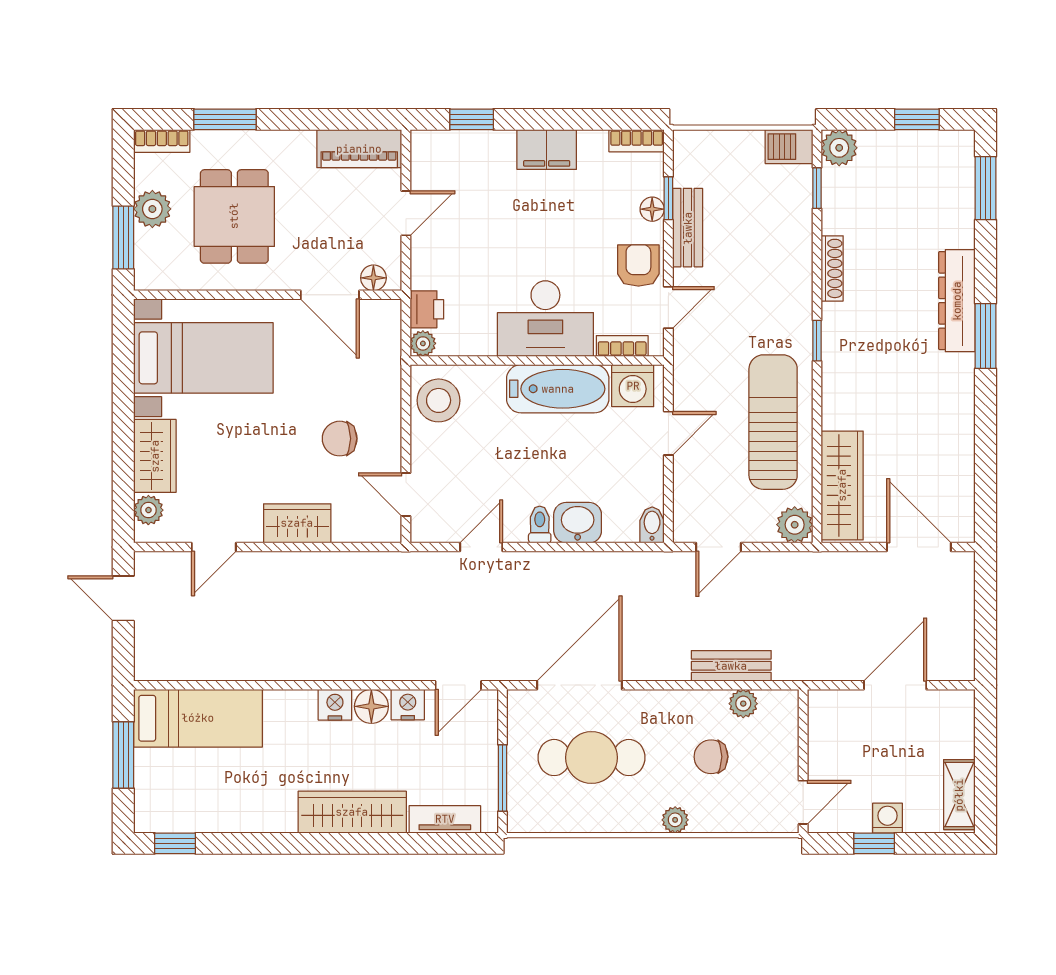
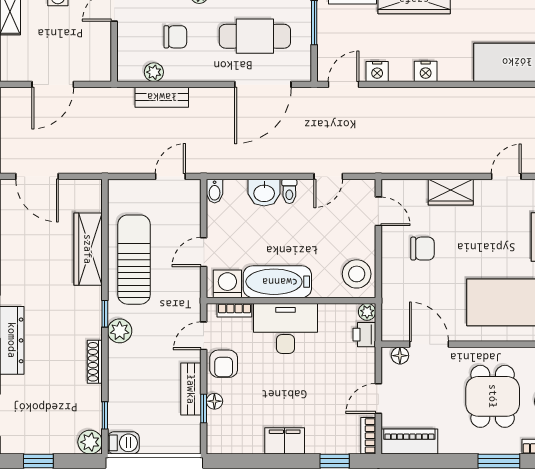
bookcase: (637, 141) -> (368, 436), moved, turned -90
sun lounger: (773, 422) -> (134, 260), turned 180
wardrobe: (842, 485) -> (88, 249), moved
plant: (795, 525) -> (120, 331), moved
floor lamp: (371, 706) -> (401, 70), removed

